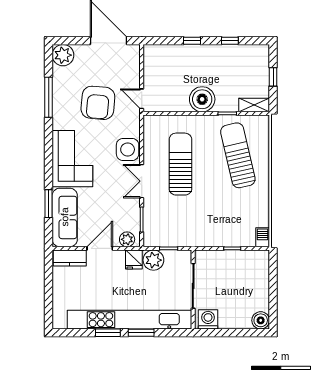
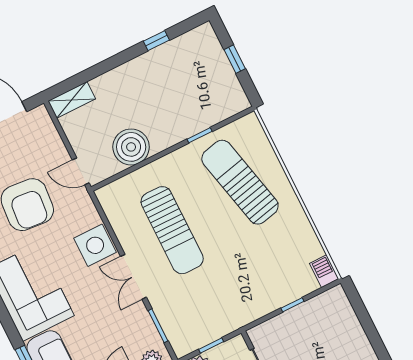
window: (192, 41) -> (108, 65), removed
boiler: (202, 99) -> (131, 147), moved
shelving: (254, 105) -> (72, 100), moved
sun lounger: (180, 164) -> (172, 230), turned 180

